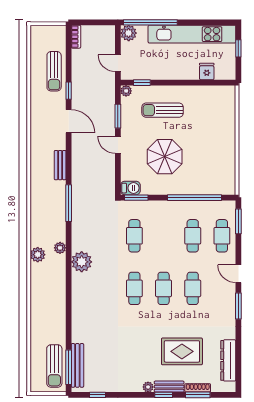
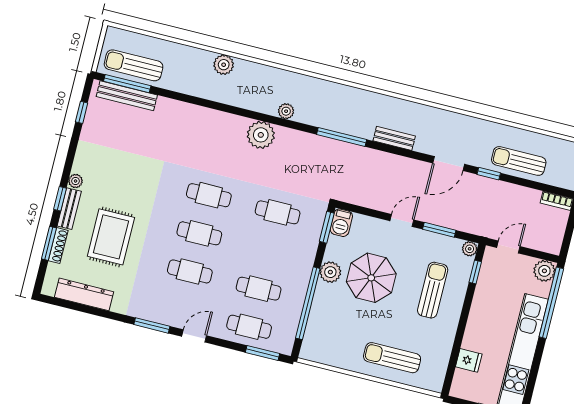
sun lounger: (219, 127) -> (392, 358), added
plant: (168, 187) -> (330, 272), added
plant: (38, 255) -> (224, 65), moved

